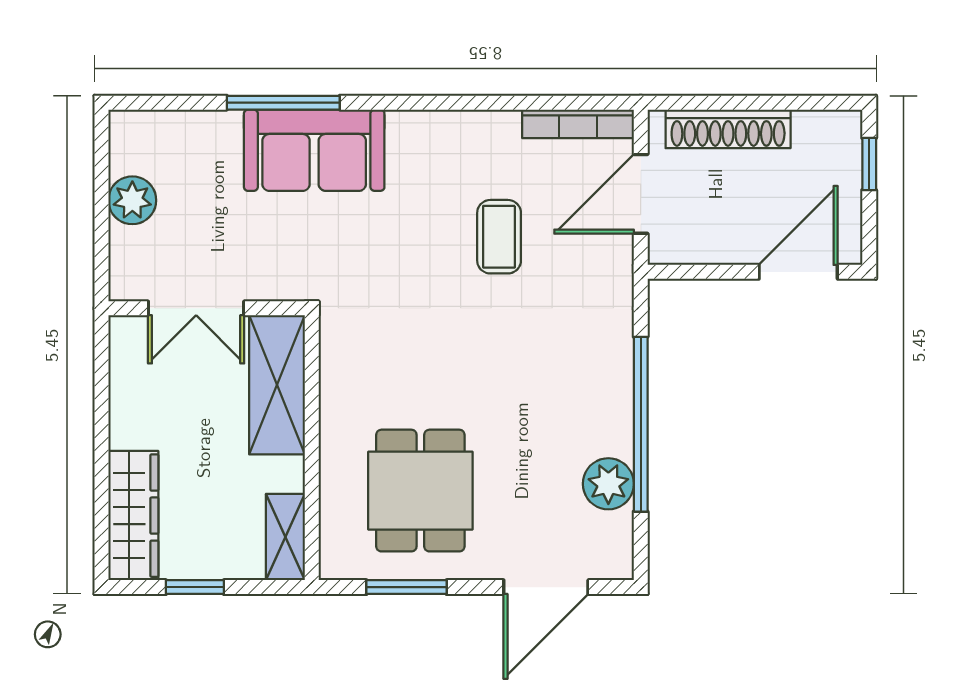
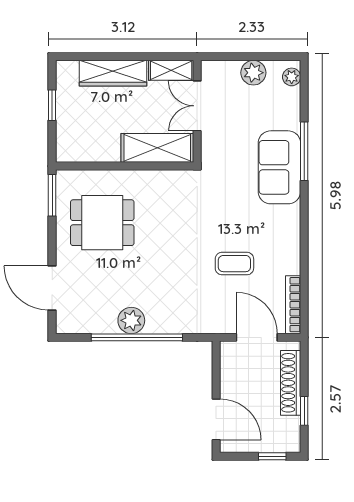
window: (782, 103) -> (304, 411), added
plant: (140, 127) -> (292, 77), added
plant: (608, 484) -> (131, 320), moved
wardrobe: (133, 516) -> (113, 73), moved
shelving: (285, 537) -> (171, 70), moved
window: (407, 587) -> (52, 195), moved

